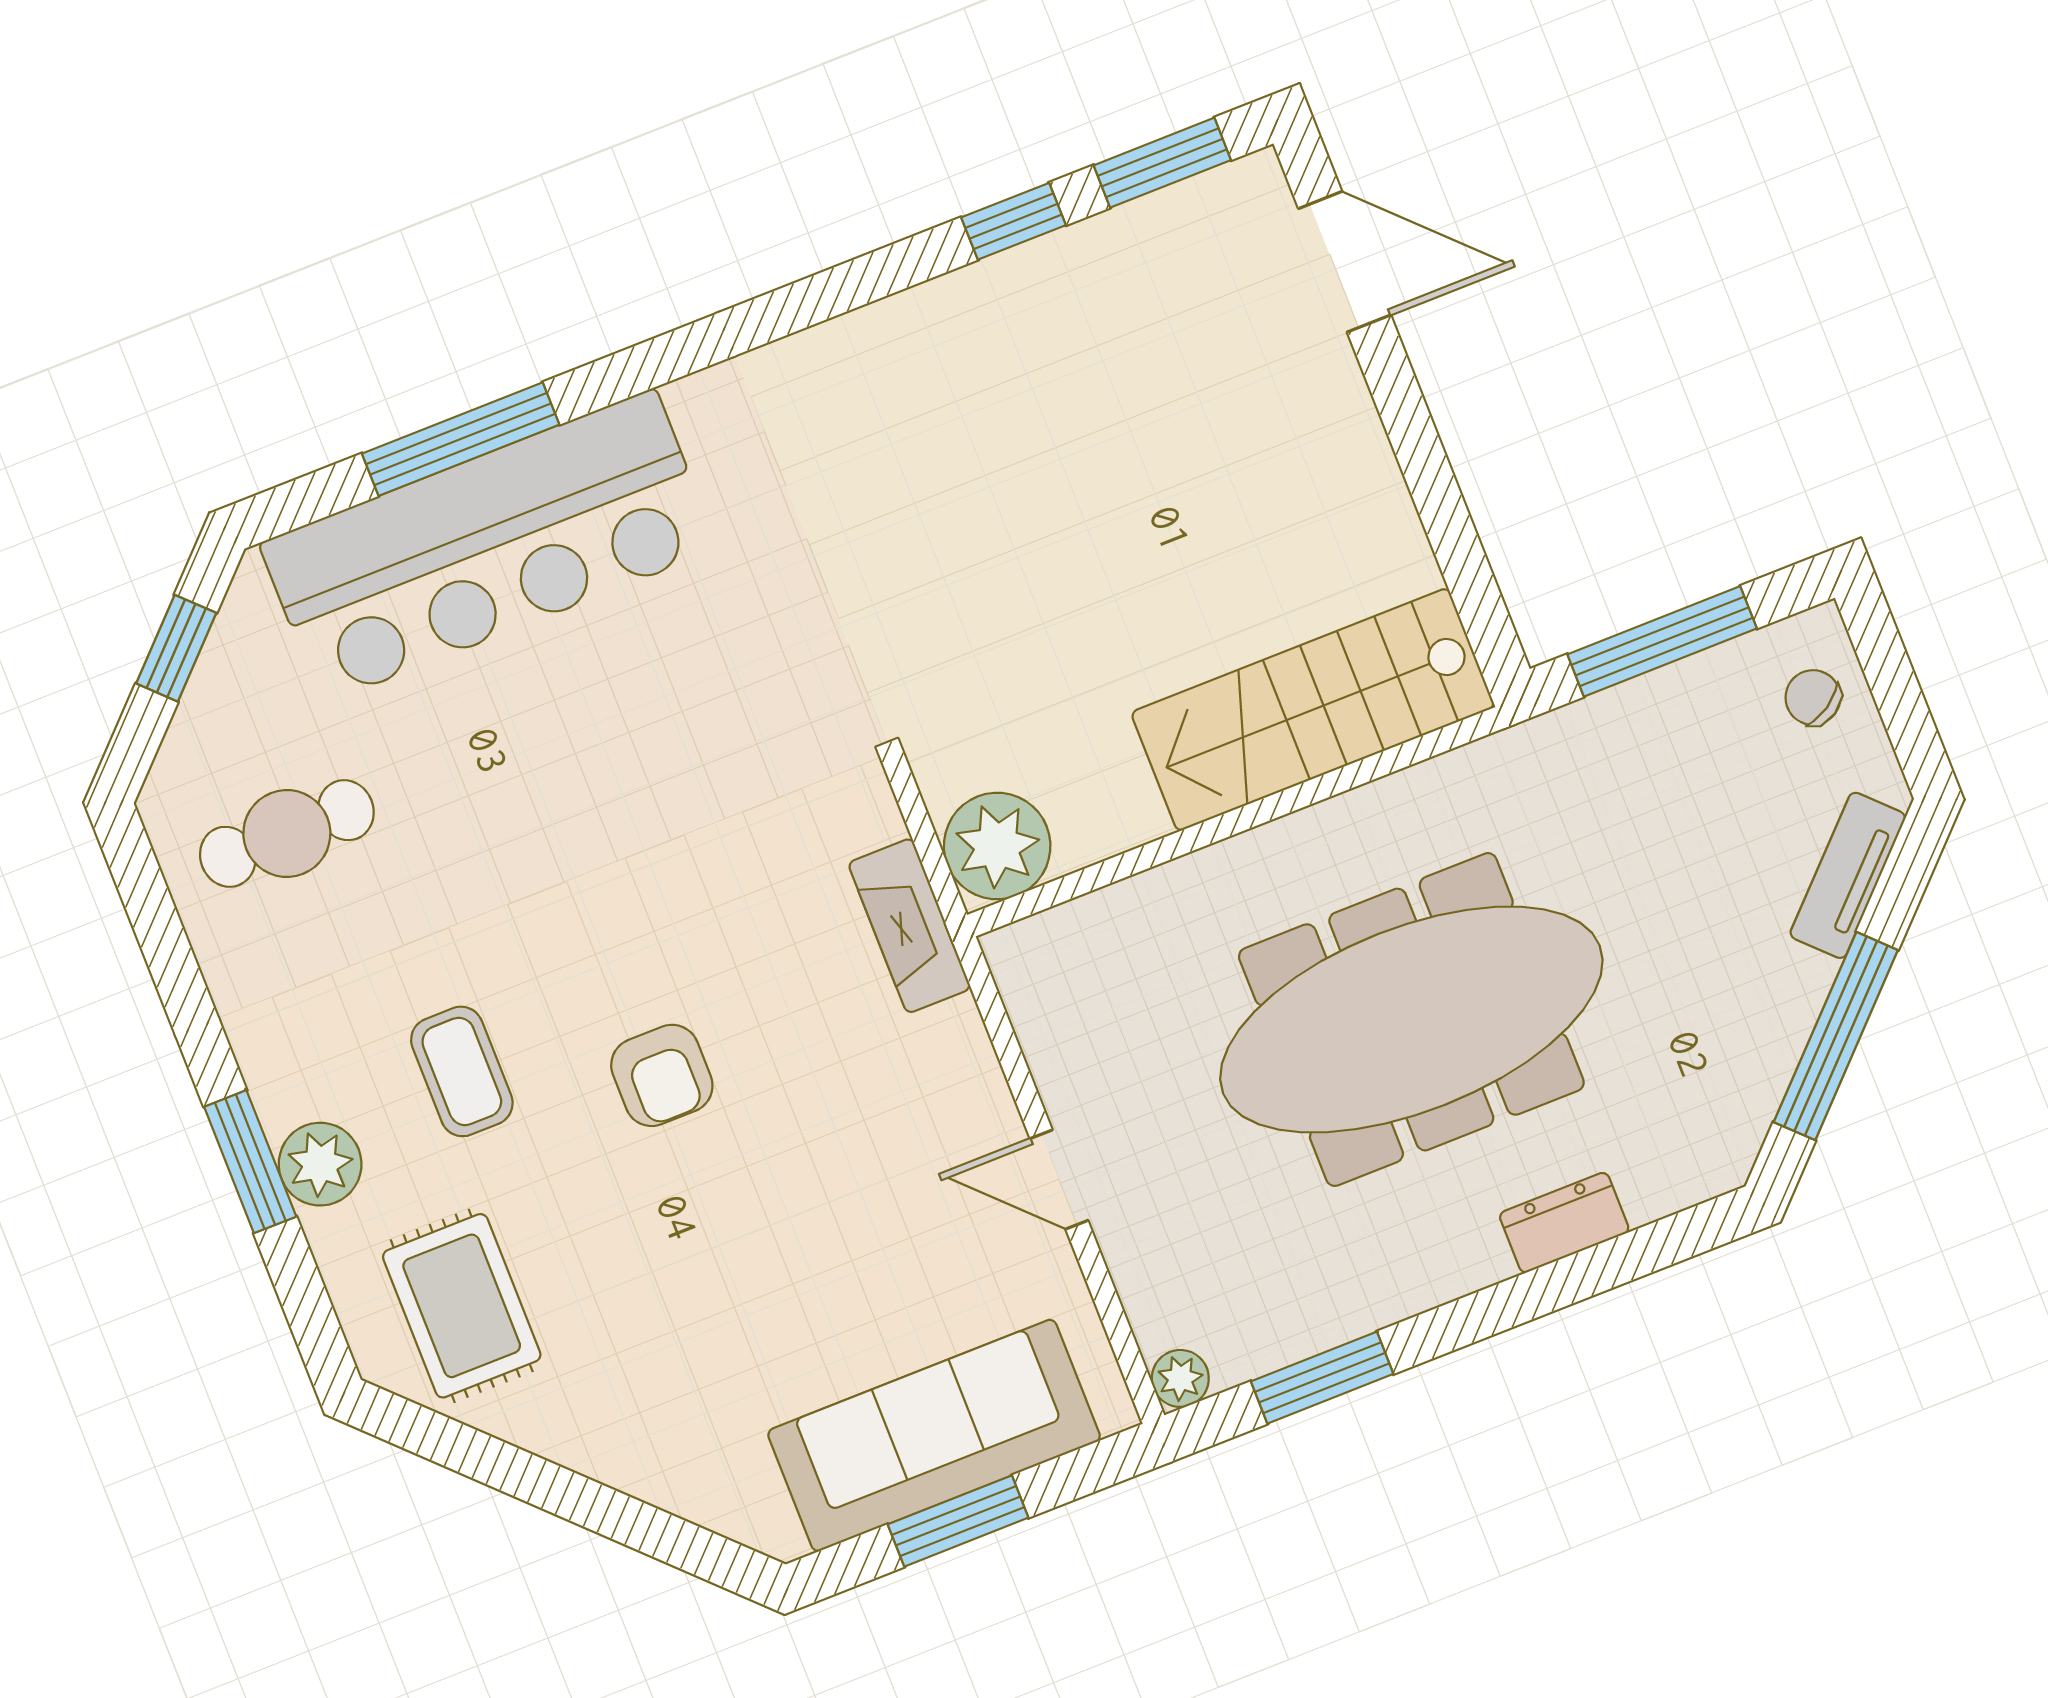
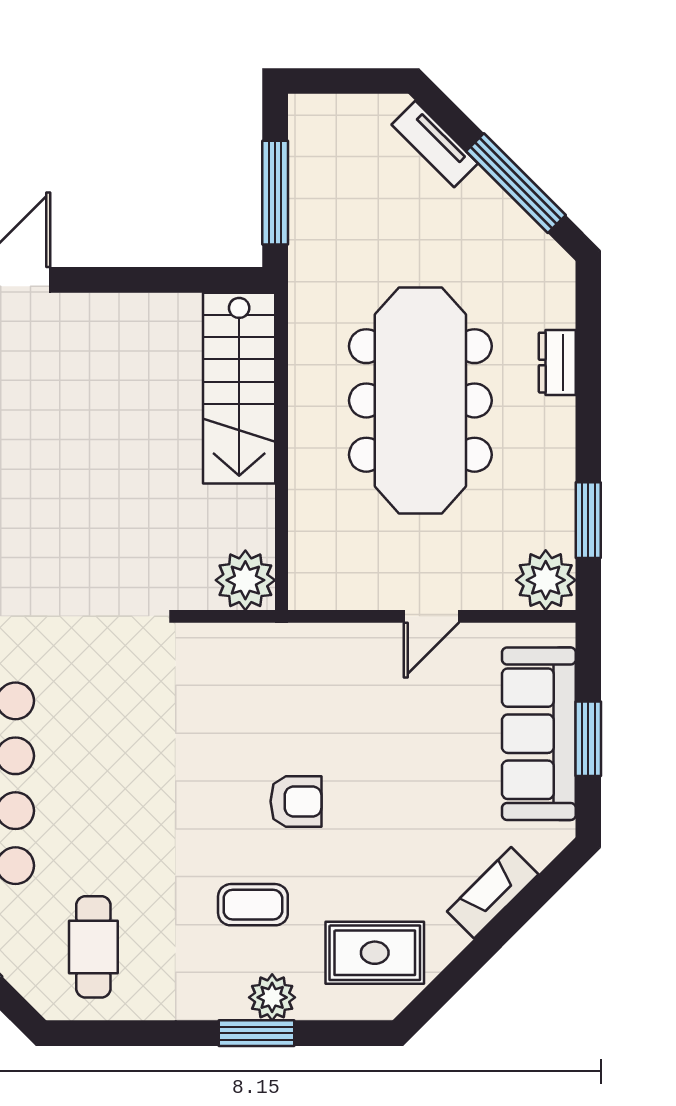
chair: (1813, 698) -> (335, 126), removed
fireplace: (909, 926) -> (493, 893), moved, turned 135
plant: (1180, 1378) -> (546, 580), width x1.87, depth x1.87

